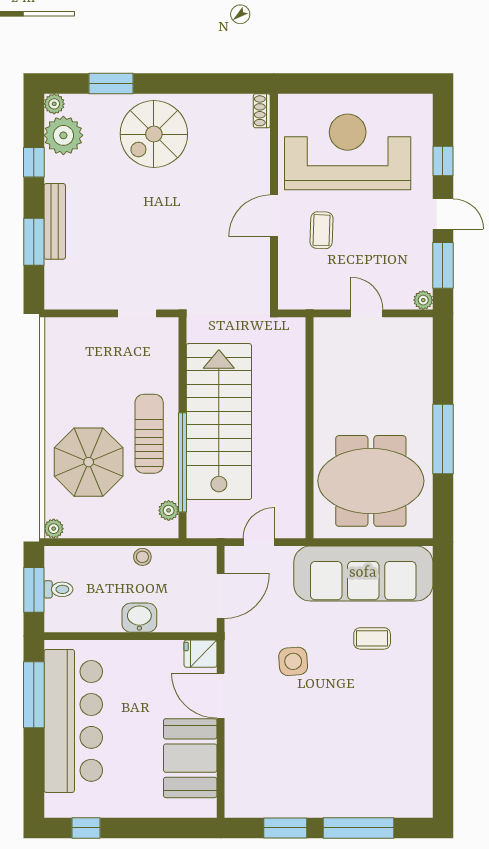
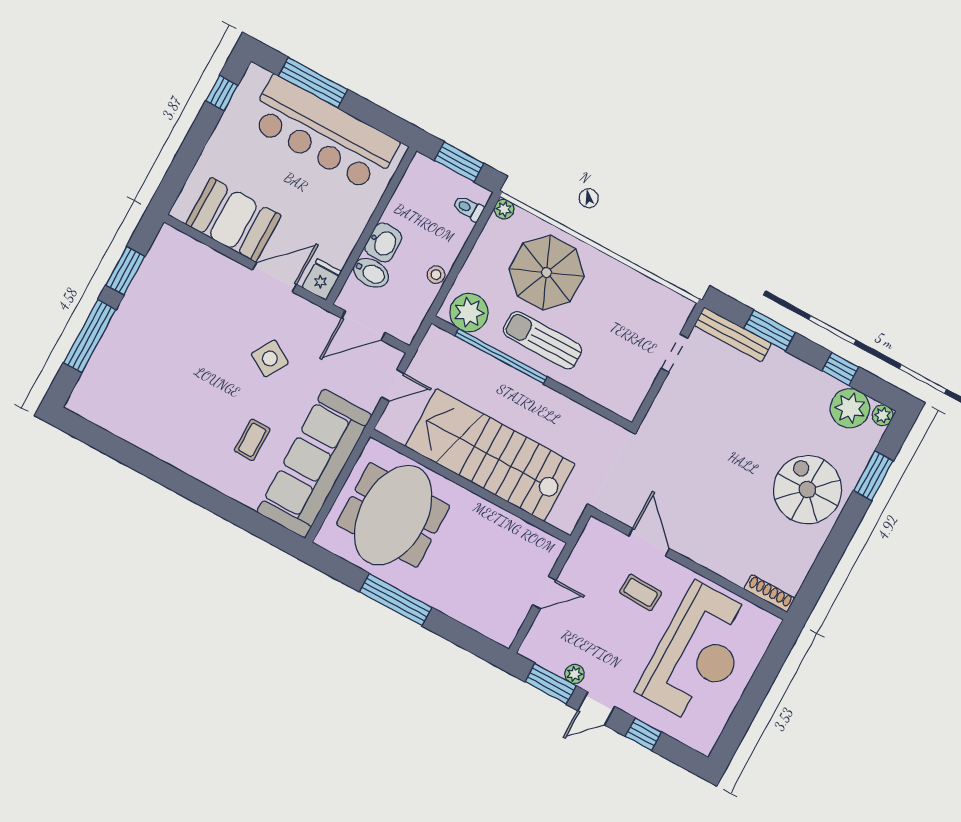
shoe rack: (262, 111) -> (769, 593), width x1.43
door: (274, 216) -> (649, 542), moved
bench: (55, 221) -> (733, 334), moved
plant: (423, 300) -> (575, 674), moved
doorway: (137, 313) -> (674, 353), moved
stairs: (219, 422) -> (490, 455), moved, turned 180
sun lounger: (149, 434) -> (543, 340), turned 180
plant: (169, 510) -> (469, 313), width x1.88, depth x1.88
door: (259, 542) -> (393, 385), hinge flipped
toilet: (58, 589) -> (468, 208), moved, turned 90
door: (221, 596) -> (363, 325), hinge flipped
bidet: (171, 614) -> (371, 273), added
side table: (293, 661) -> (270, 358), turned 35
window: (34, 695) -> (313, 83), moved

